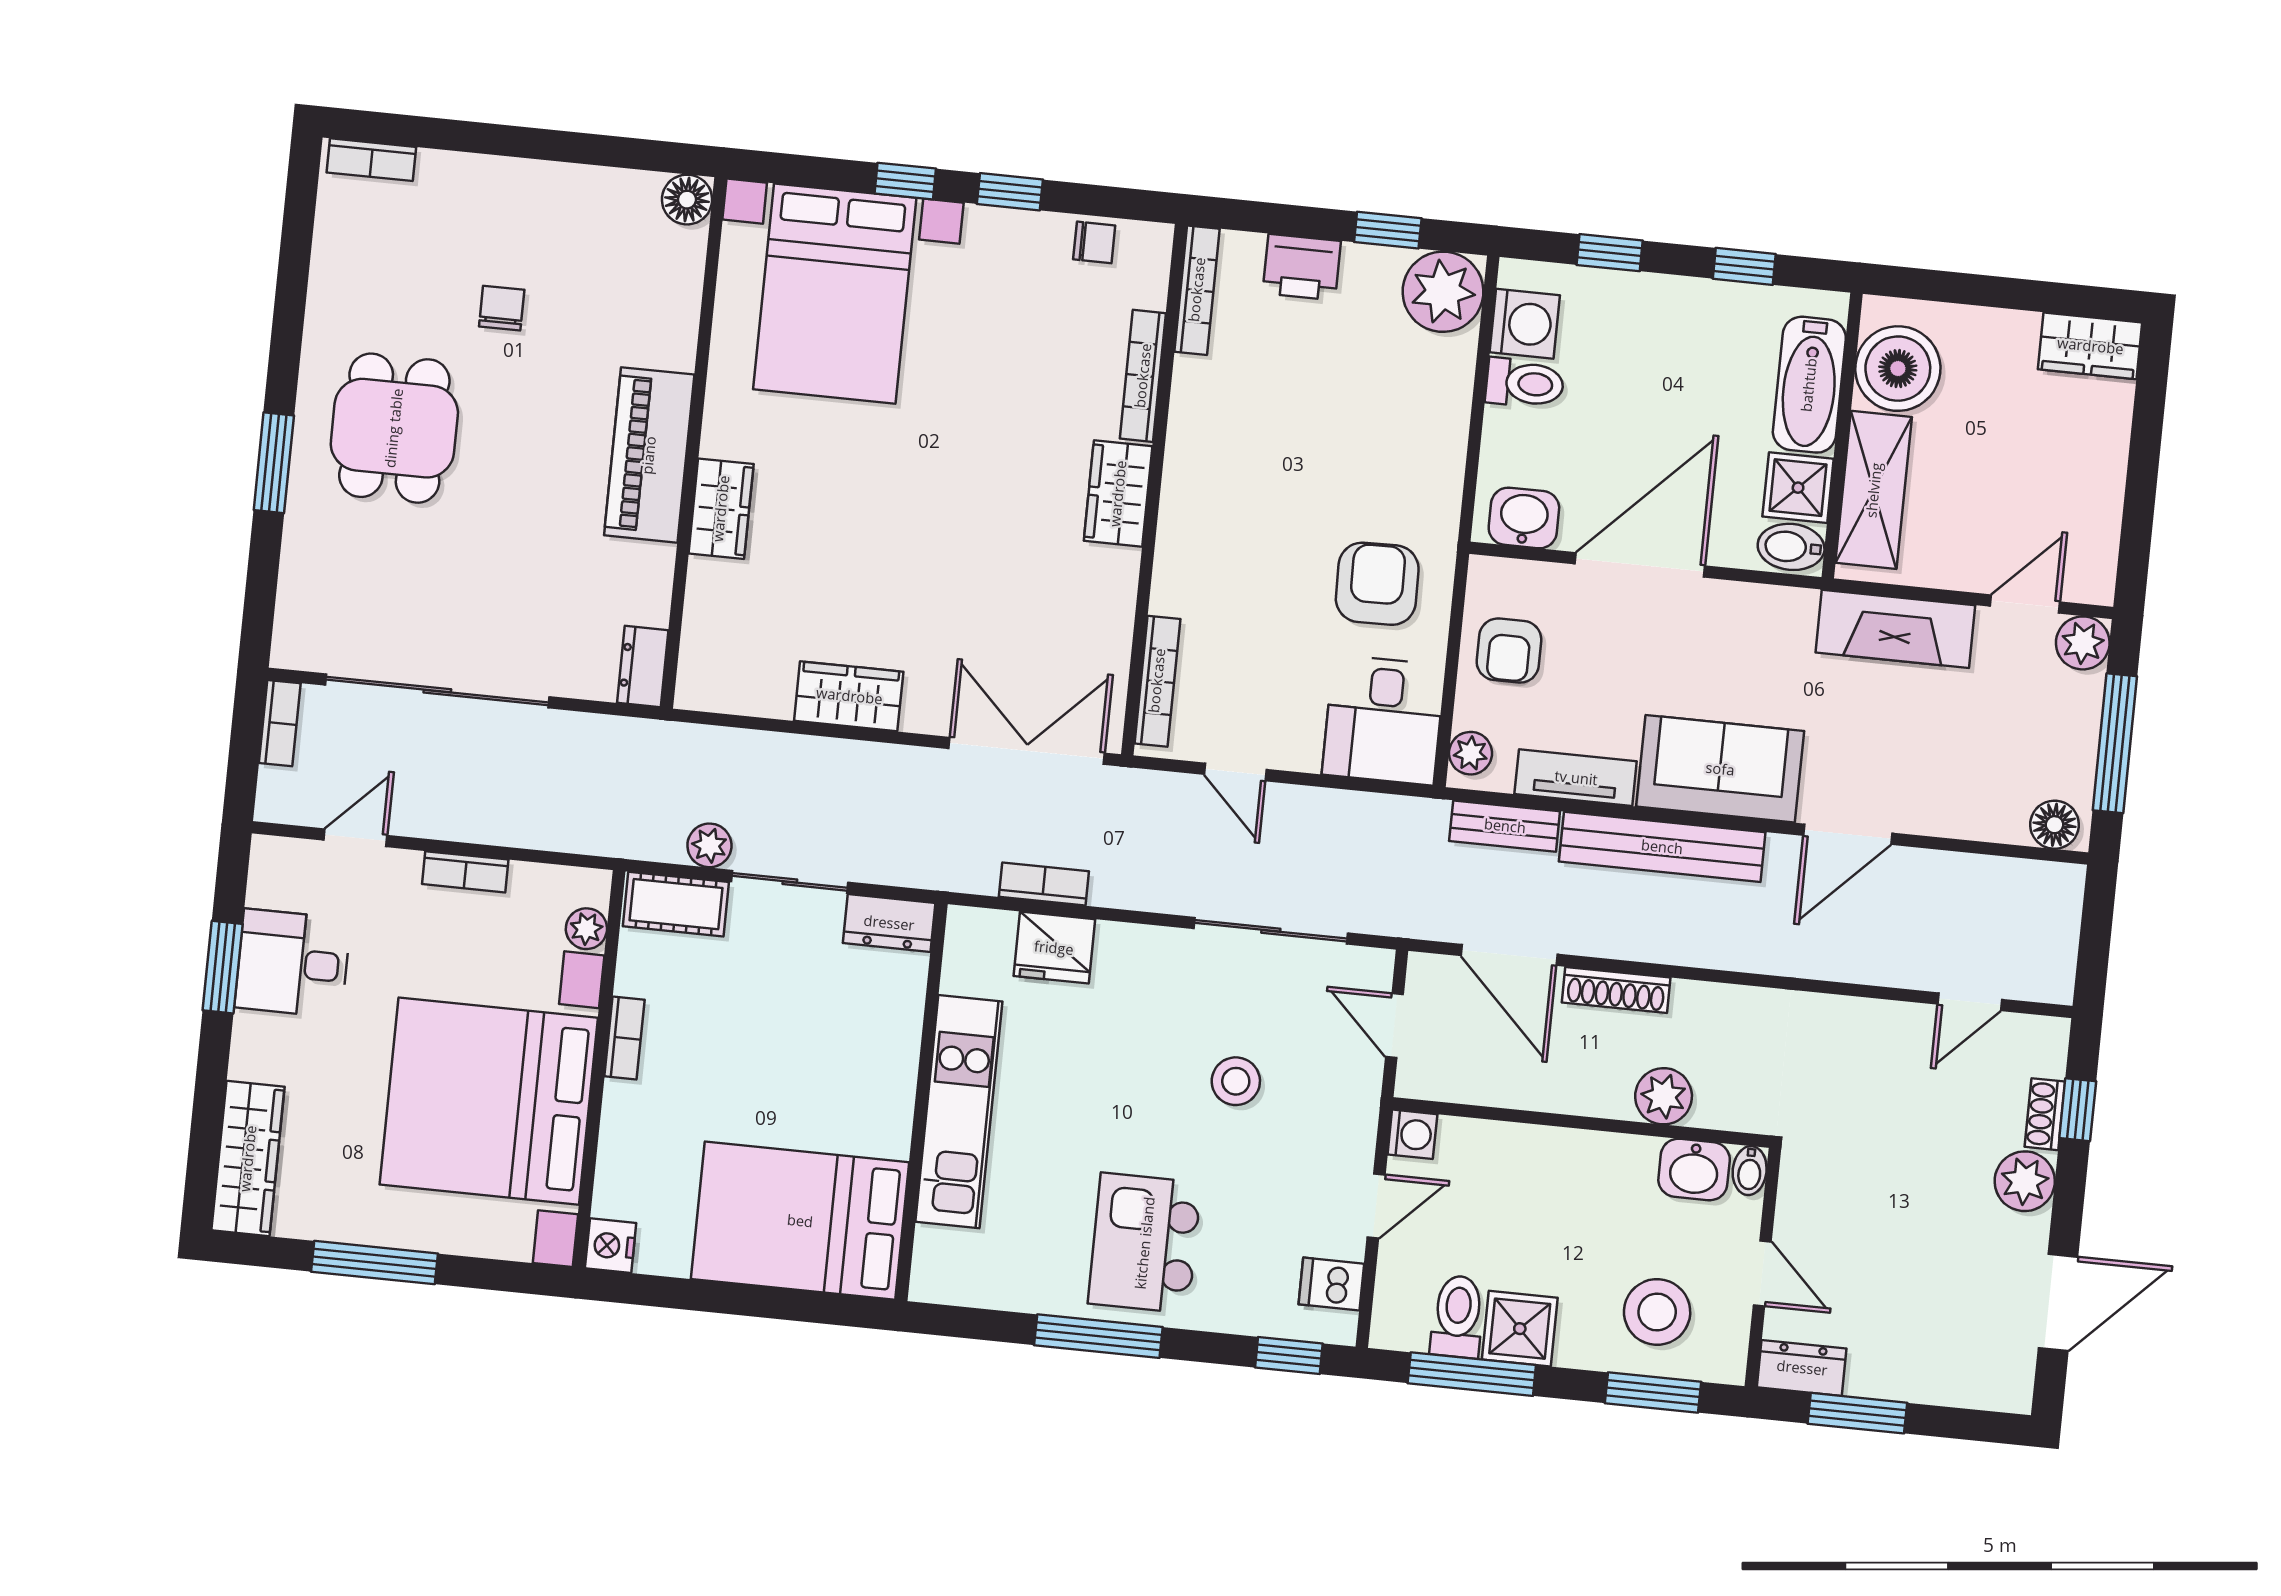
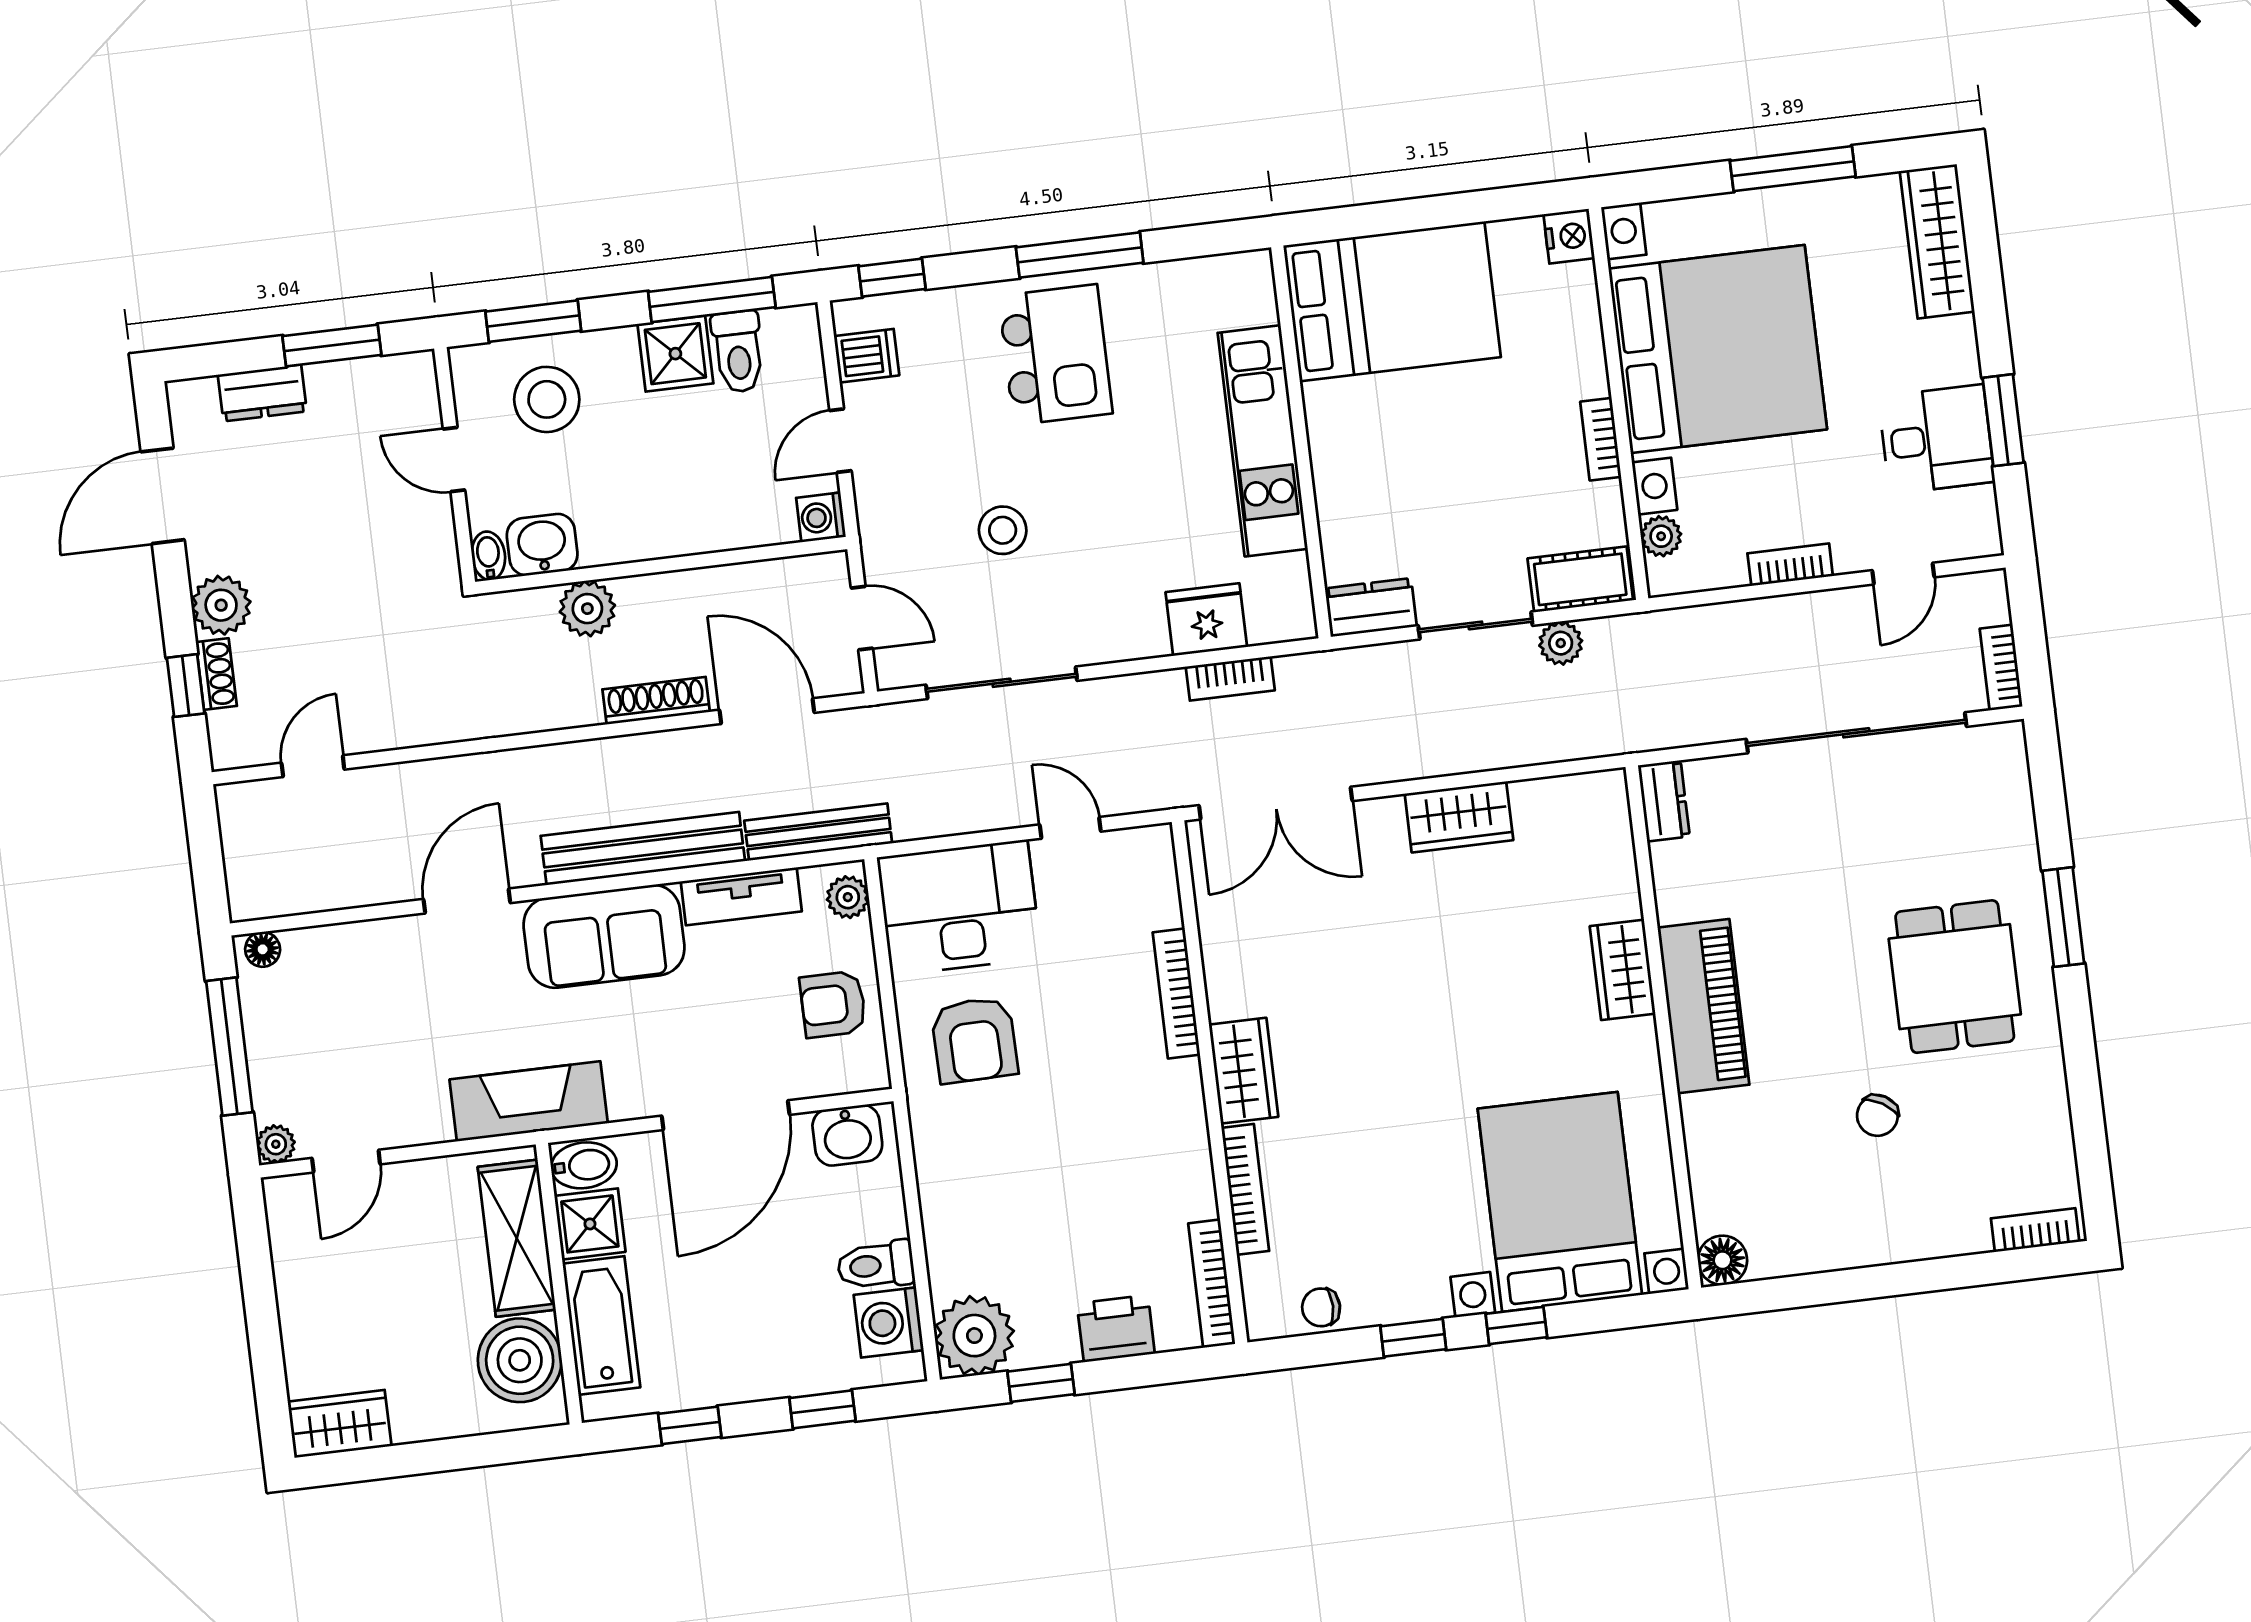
chair: (502, 308) -> (1877, 1115), turned 31
fireplace: (1895, 629) -> (529, 1101), moved
plant: (2083, 643) -> (276, 1144), width x0.73, depth x0.73
armchair: (1509, 651) -> (833, 1004), turned -90
bookcase: (1157, 681) -> (1176, 994), moved
desk: (1384, 720) -> (959, 908), width x1.37
floor lamp: (2055, 825) -> (263, 949), width x0.73, depth x0.73
bench: (1505, 826) -> (818, 832), width x1.36
dresser: (1802, 1368) -> (262, 393), moved

